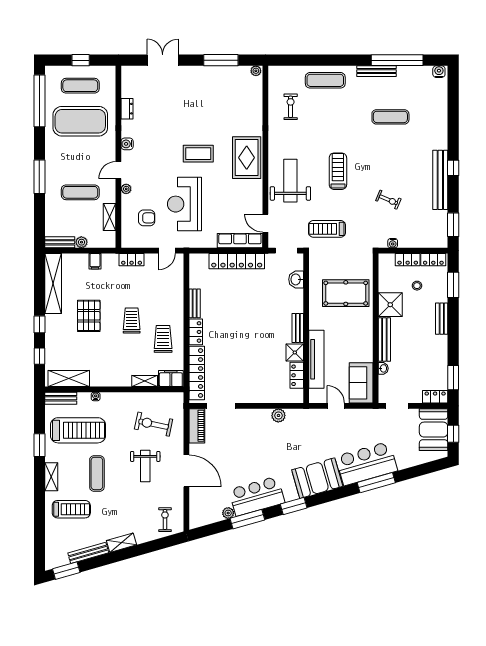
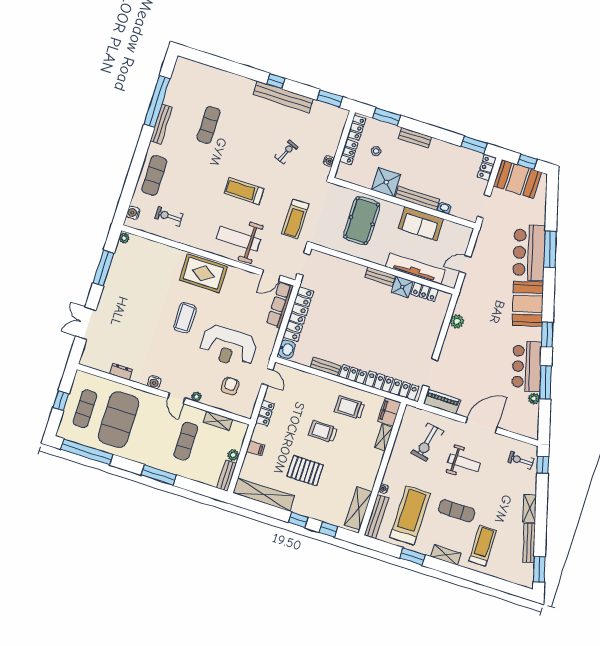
water cooler: (439, 72) -> (133, 213), moved
washbasin: (296, 279) -> (287, 349), moved, turned -90
sofa: (361, 383) -> (421, 224), moved
bench: (61, 398) -> (376, 517), width x1.36
window: (167, 542) -> (543, 465), added

